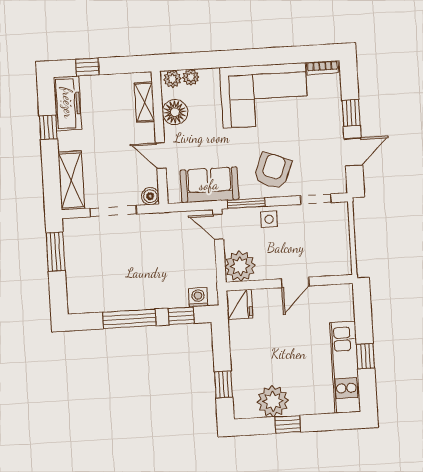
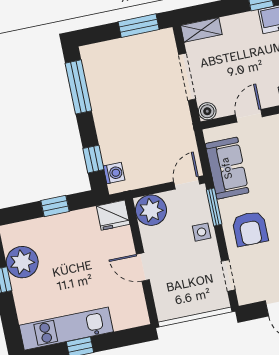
armchair: (273, 171) -> (250, 229), turned 69
shelving: (71, 180) -> (201, 30), width x0.67, depth x0.75
window: (129, 319) -> (78, 87), moved
window: (224, 384) -> (55, 206), moved

